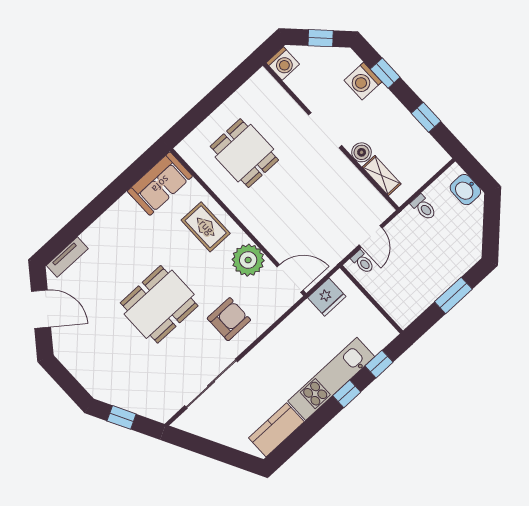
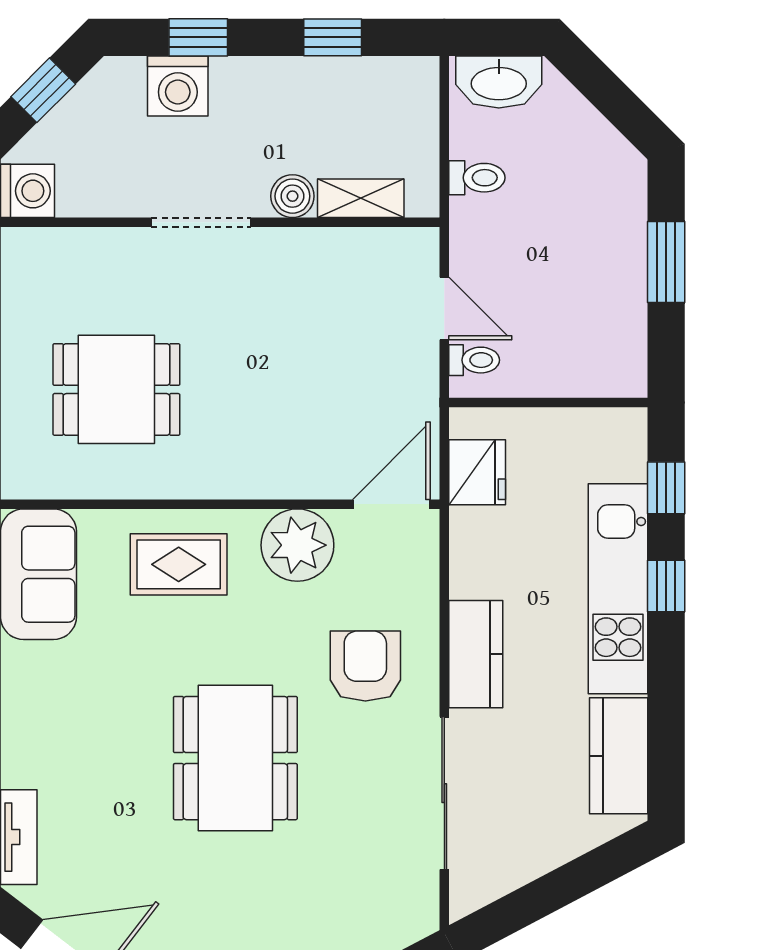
washbasin: (465, 190) -> (499, 82), width x1.38
kitchen counter: (266, 352) -> (476, 654), added

